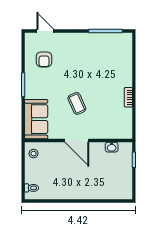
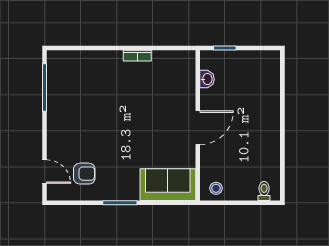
door: (45, 31) -> (45, 172), swing flipped
coffee table: (77, 103) -> (146, 128), removed

